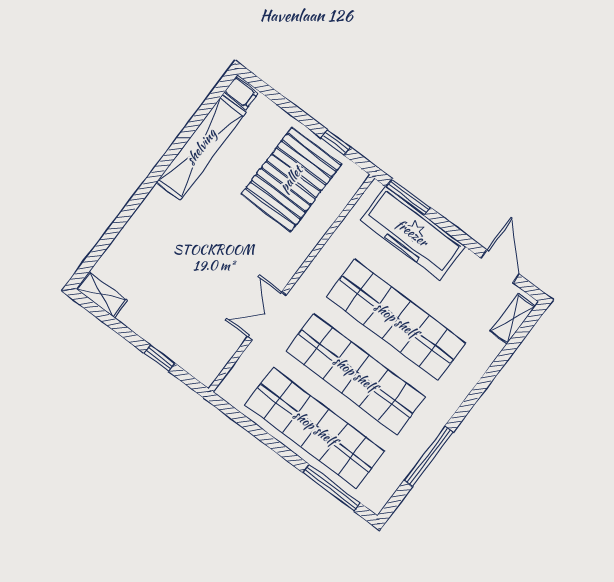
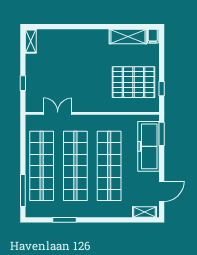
shelving: (201, 147) -> (128, 37), width x0.68
double door: (267, 316) -> (58, 113), moved
window: (429, 456) -> (64, 220), width x0.69

